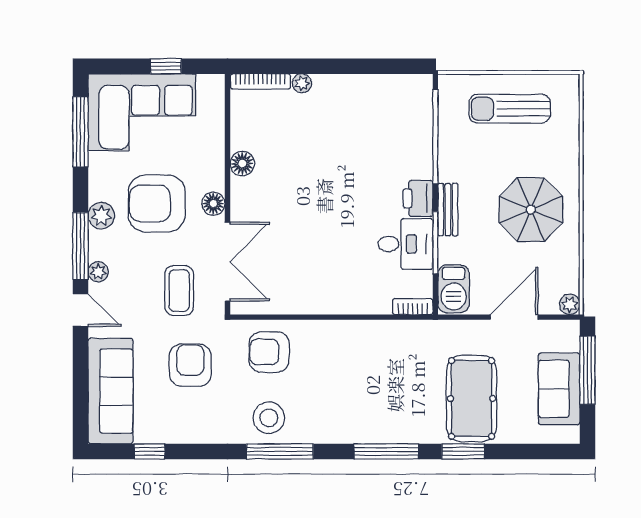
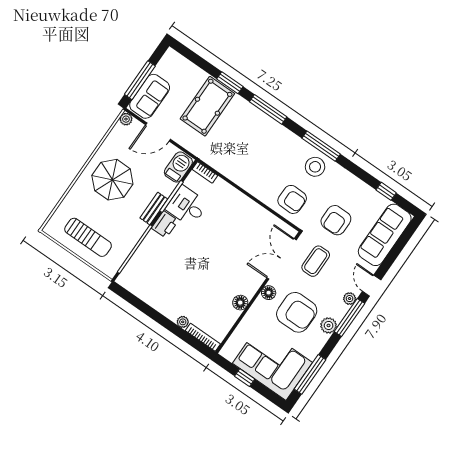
sofa: (559, 389) -> (150, 96), moved

